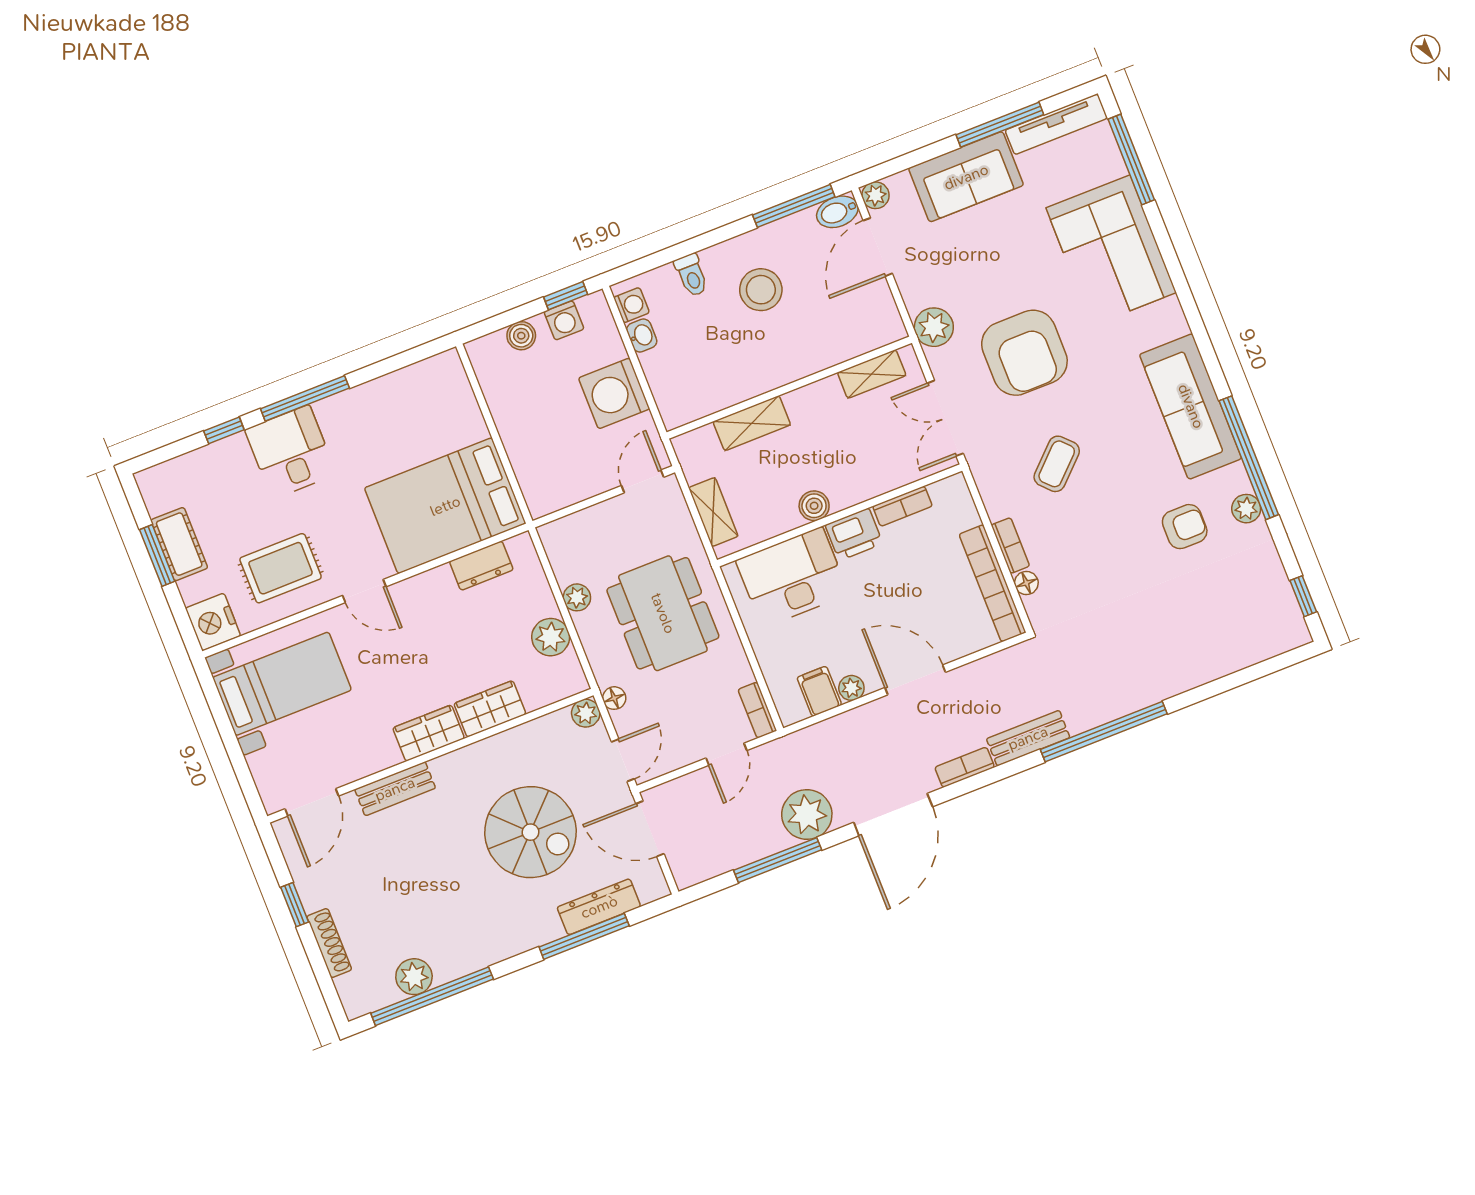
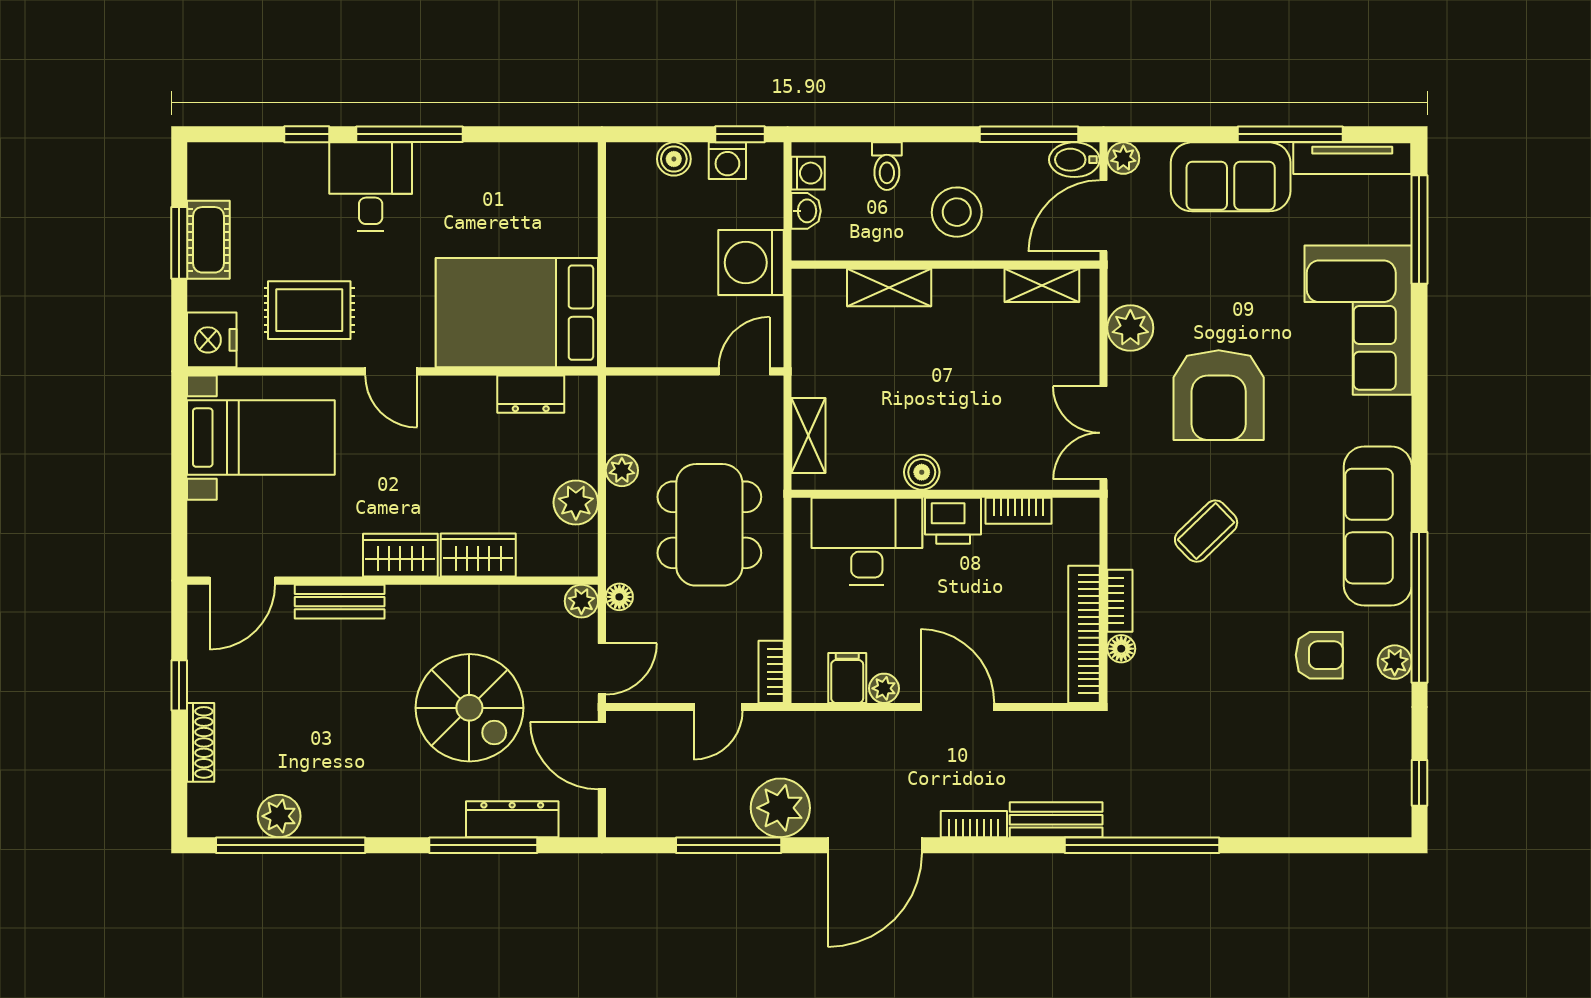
shelving: (872, 374) -> (1042, 285), moved
wall: (789, 388) -> (946, 265), moved
shelving: (752, 423) -> (889, 288), moved

